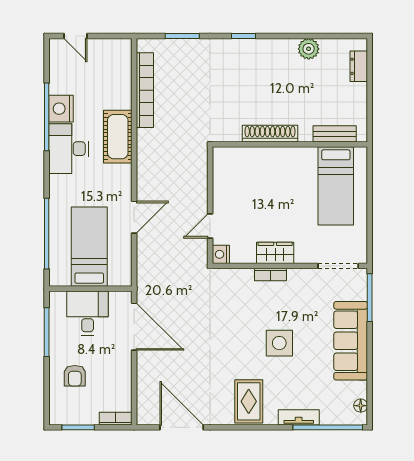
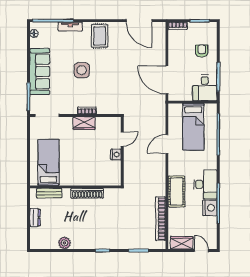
wardrobe: (109, 49) -> (182, 243), added
dresser: (359, 66) -> (35, 218), moved
nightstand: (221, 254) -> (116, 155), moved
desk: (88, 313) -> (205, 88), moved

